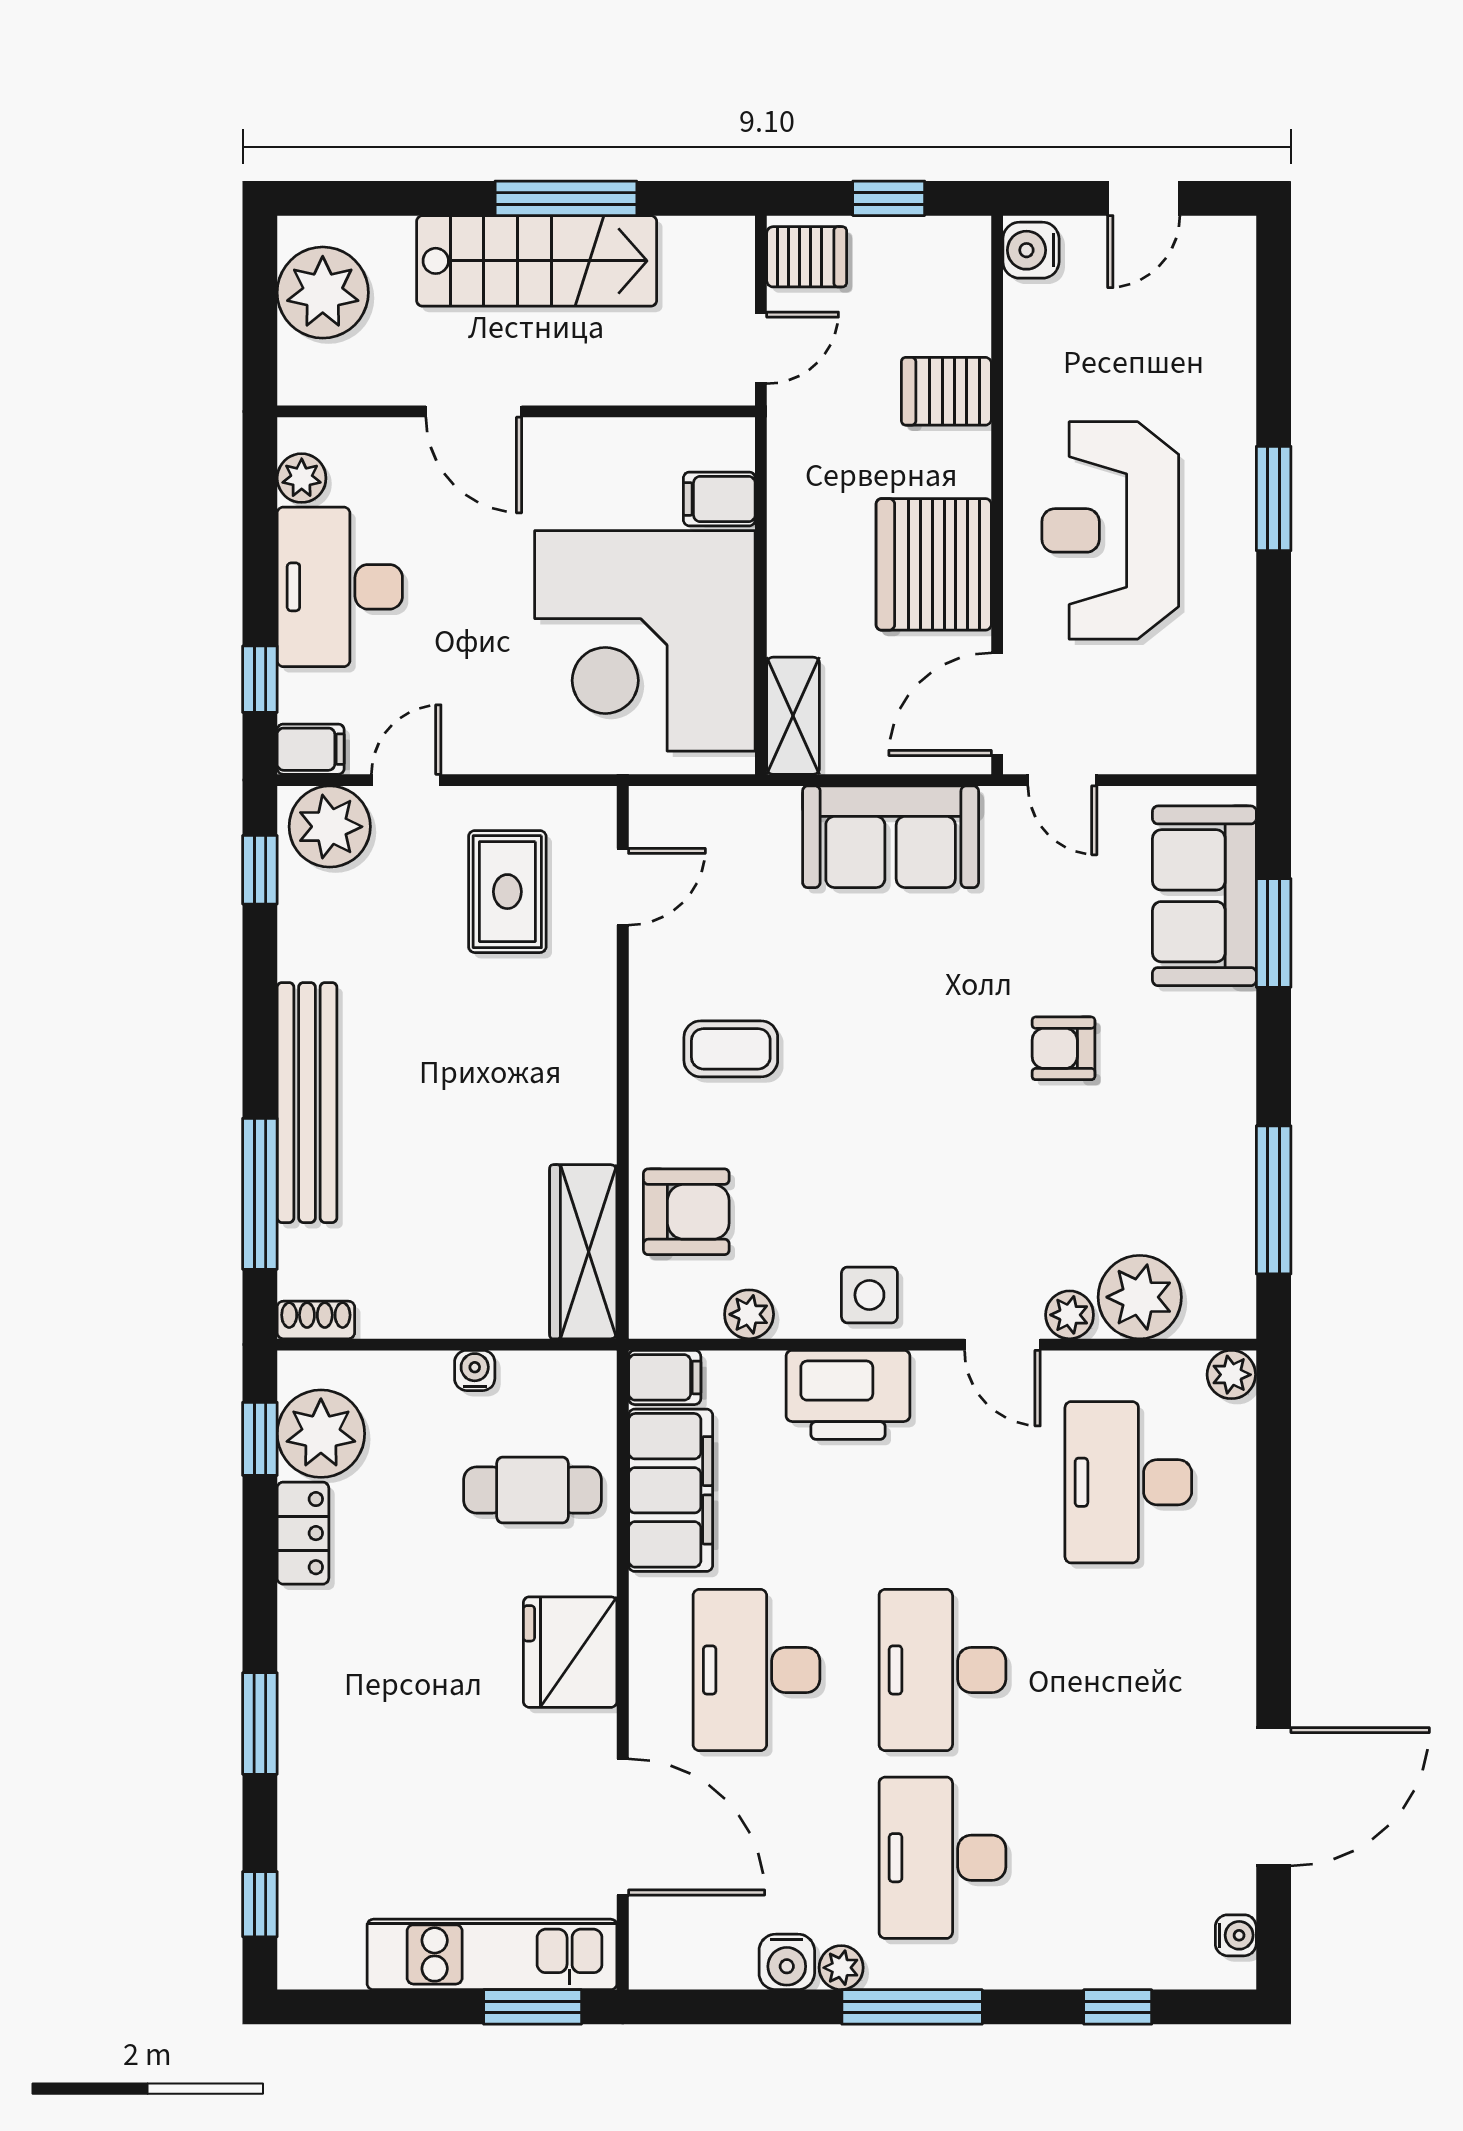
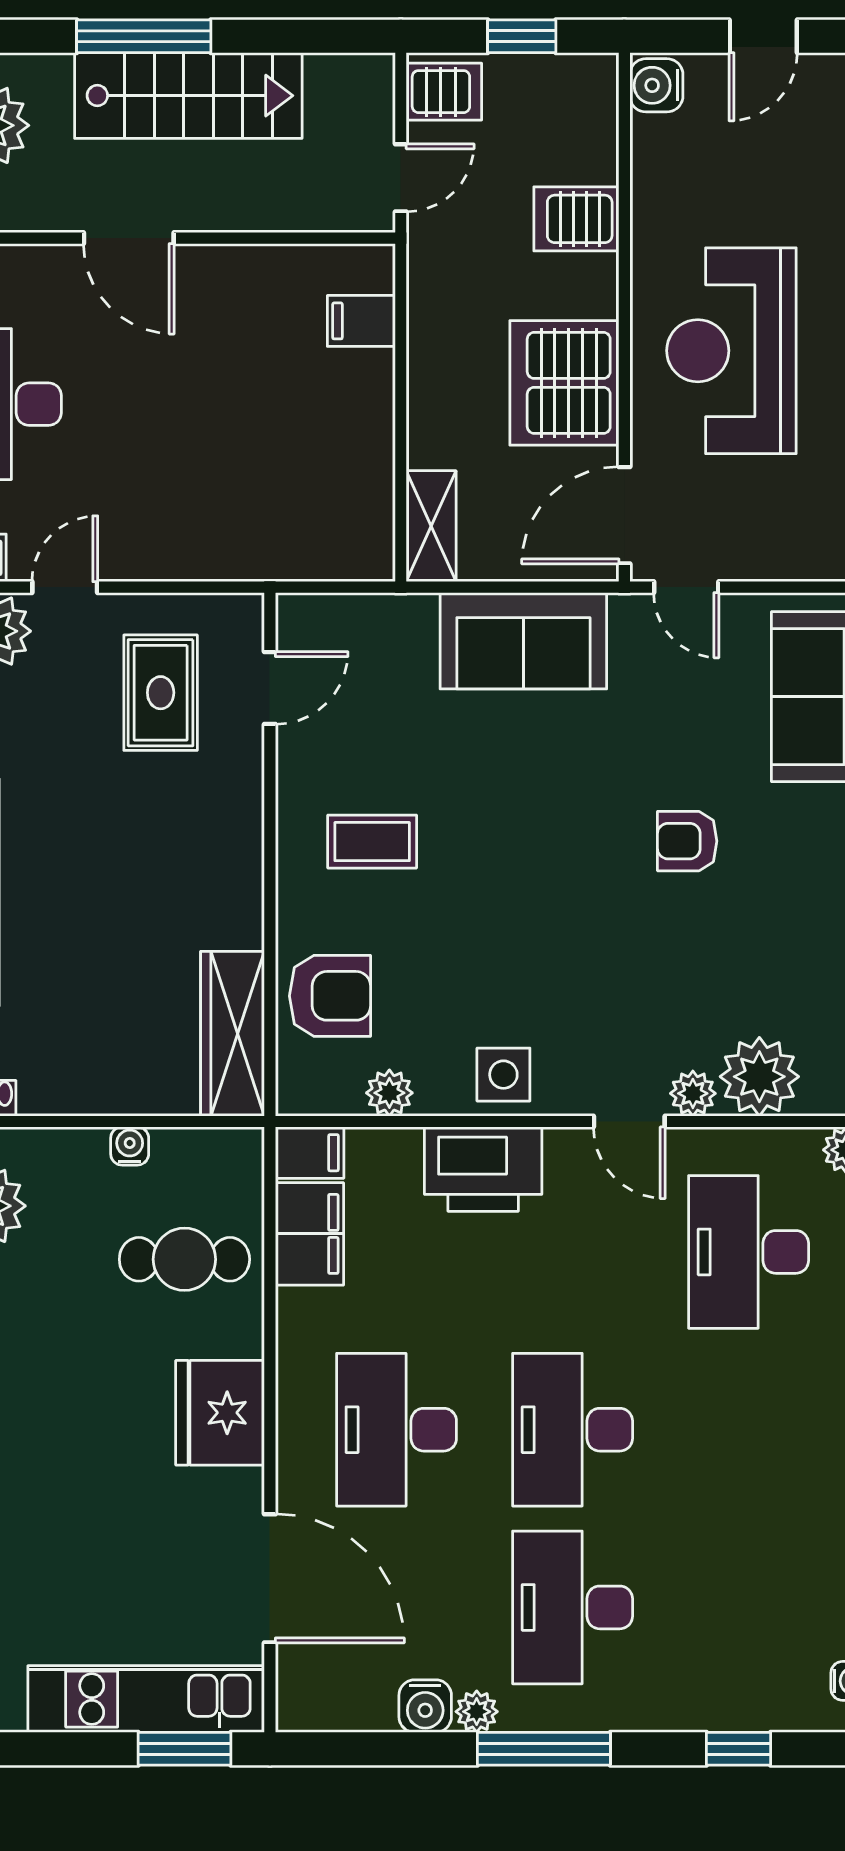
window: (566, 198) -> (144, 36), moved
corner desk: (645, 641) -> (291, 455), removed
filing cabinet: (671, 1490) -> (309, 1234), width x0.67, depth x0.86

